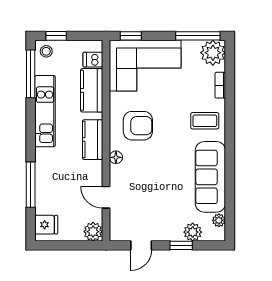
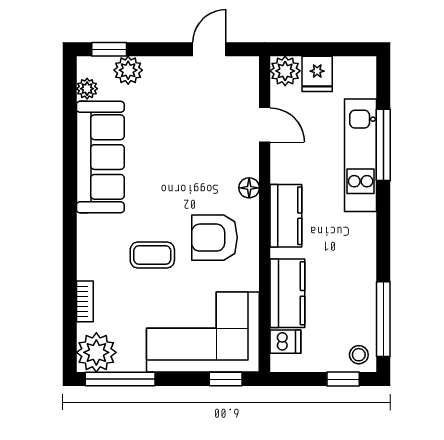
kitchen unit: (45, 111) -> (361, 155), moved
coffee table: (205, 121) -> (152, 255), moved
fridge: (46, 225) -> (317, 74), moved, turned -90
window: (181, 245) -> (109, 49), moved

